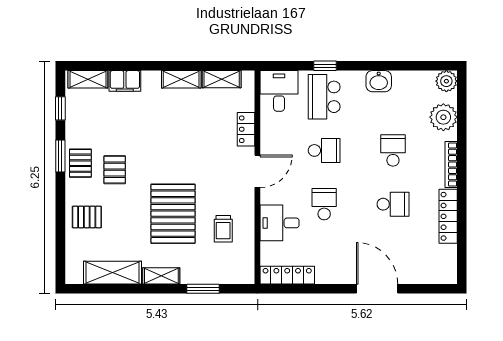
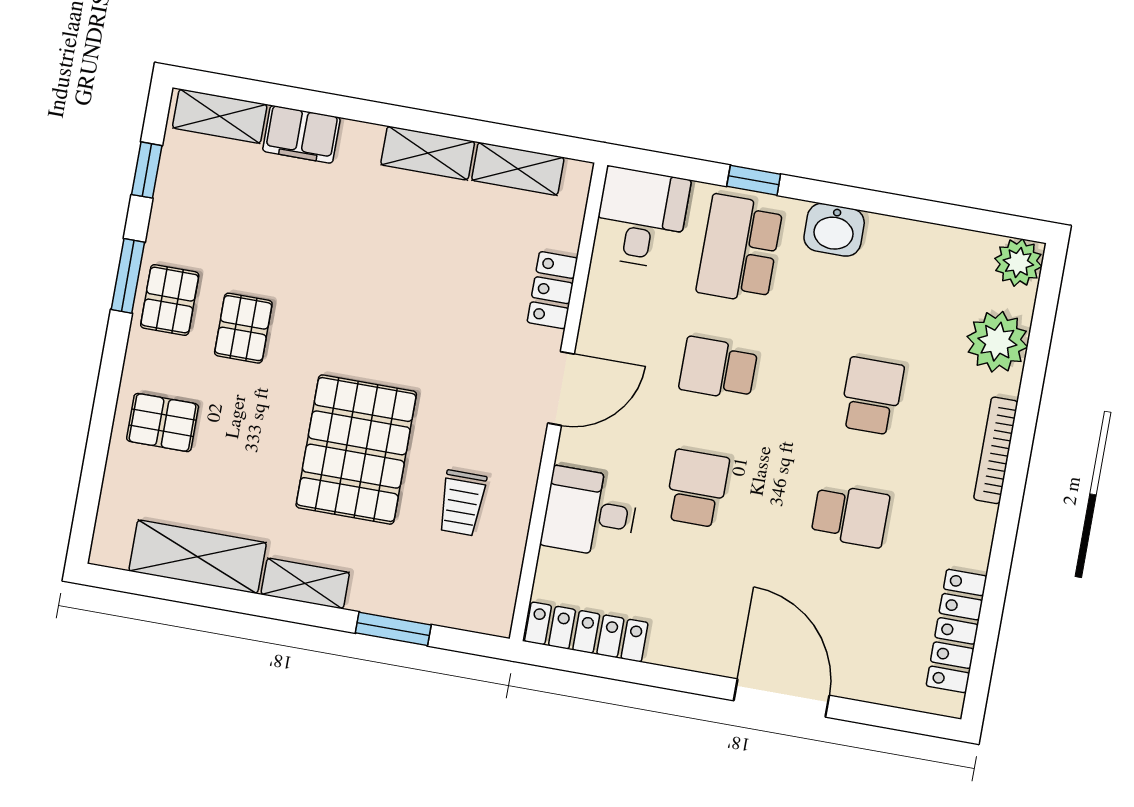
washbasin: (379, 81) -> (834, 230), moved
school desk: (324, 150) -> (718, 369), turned 180
locker: (448, 216) -> (957, 631), moved

